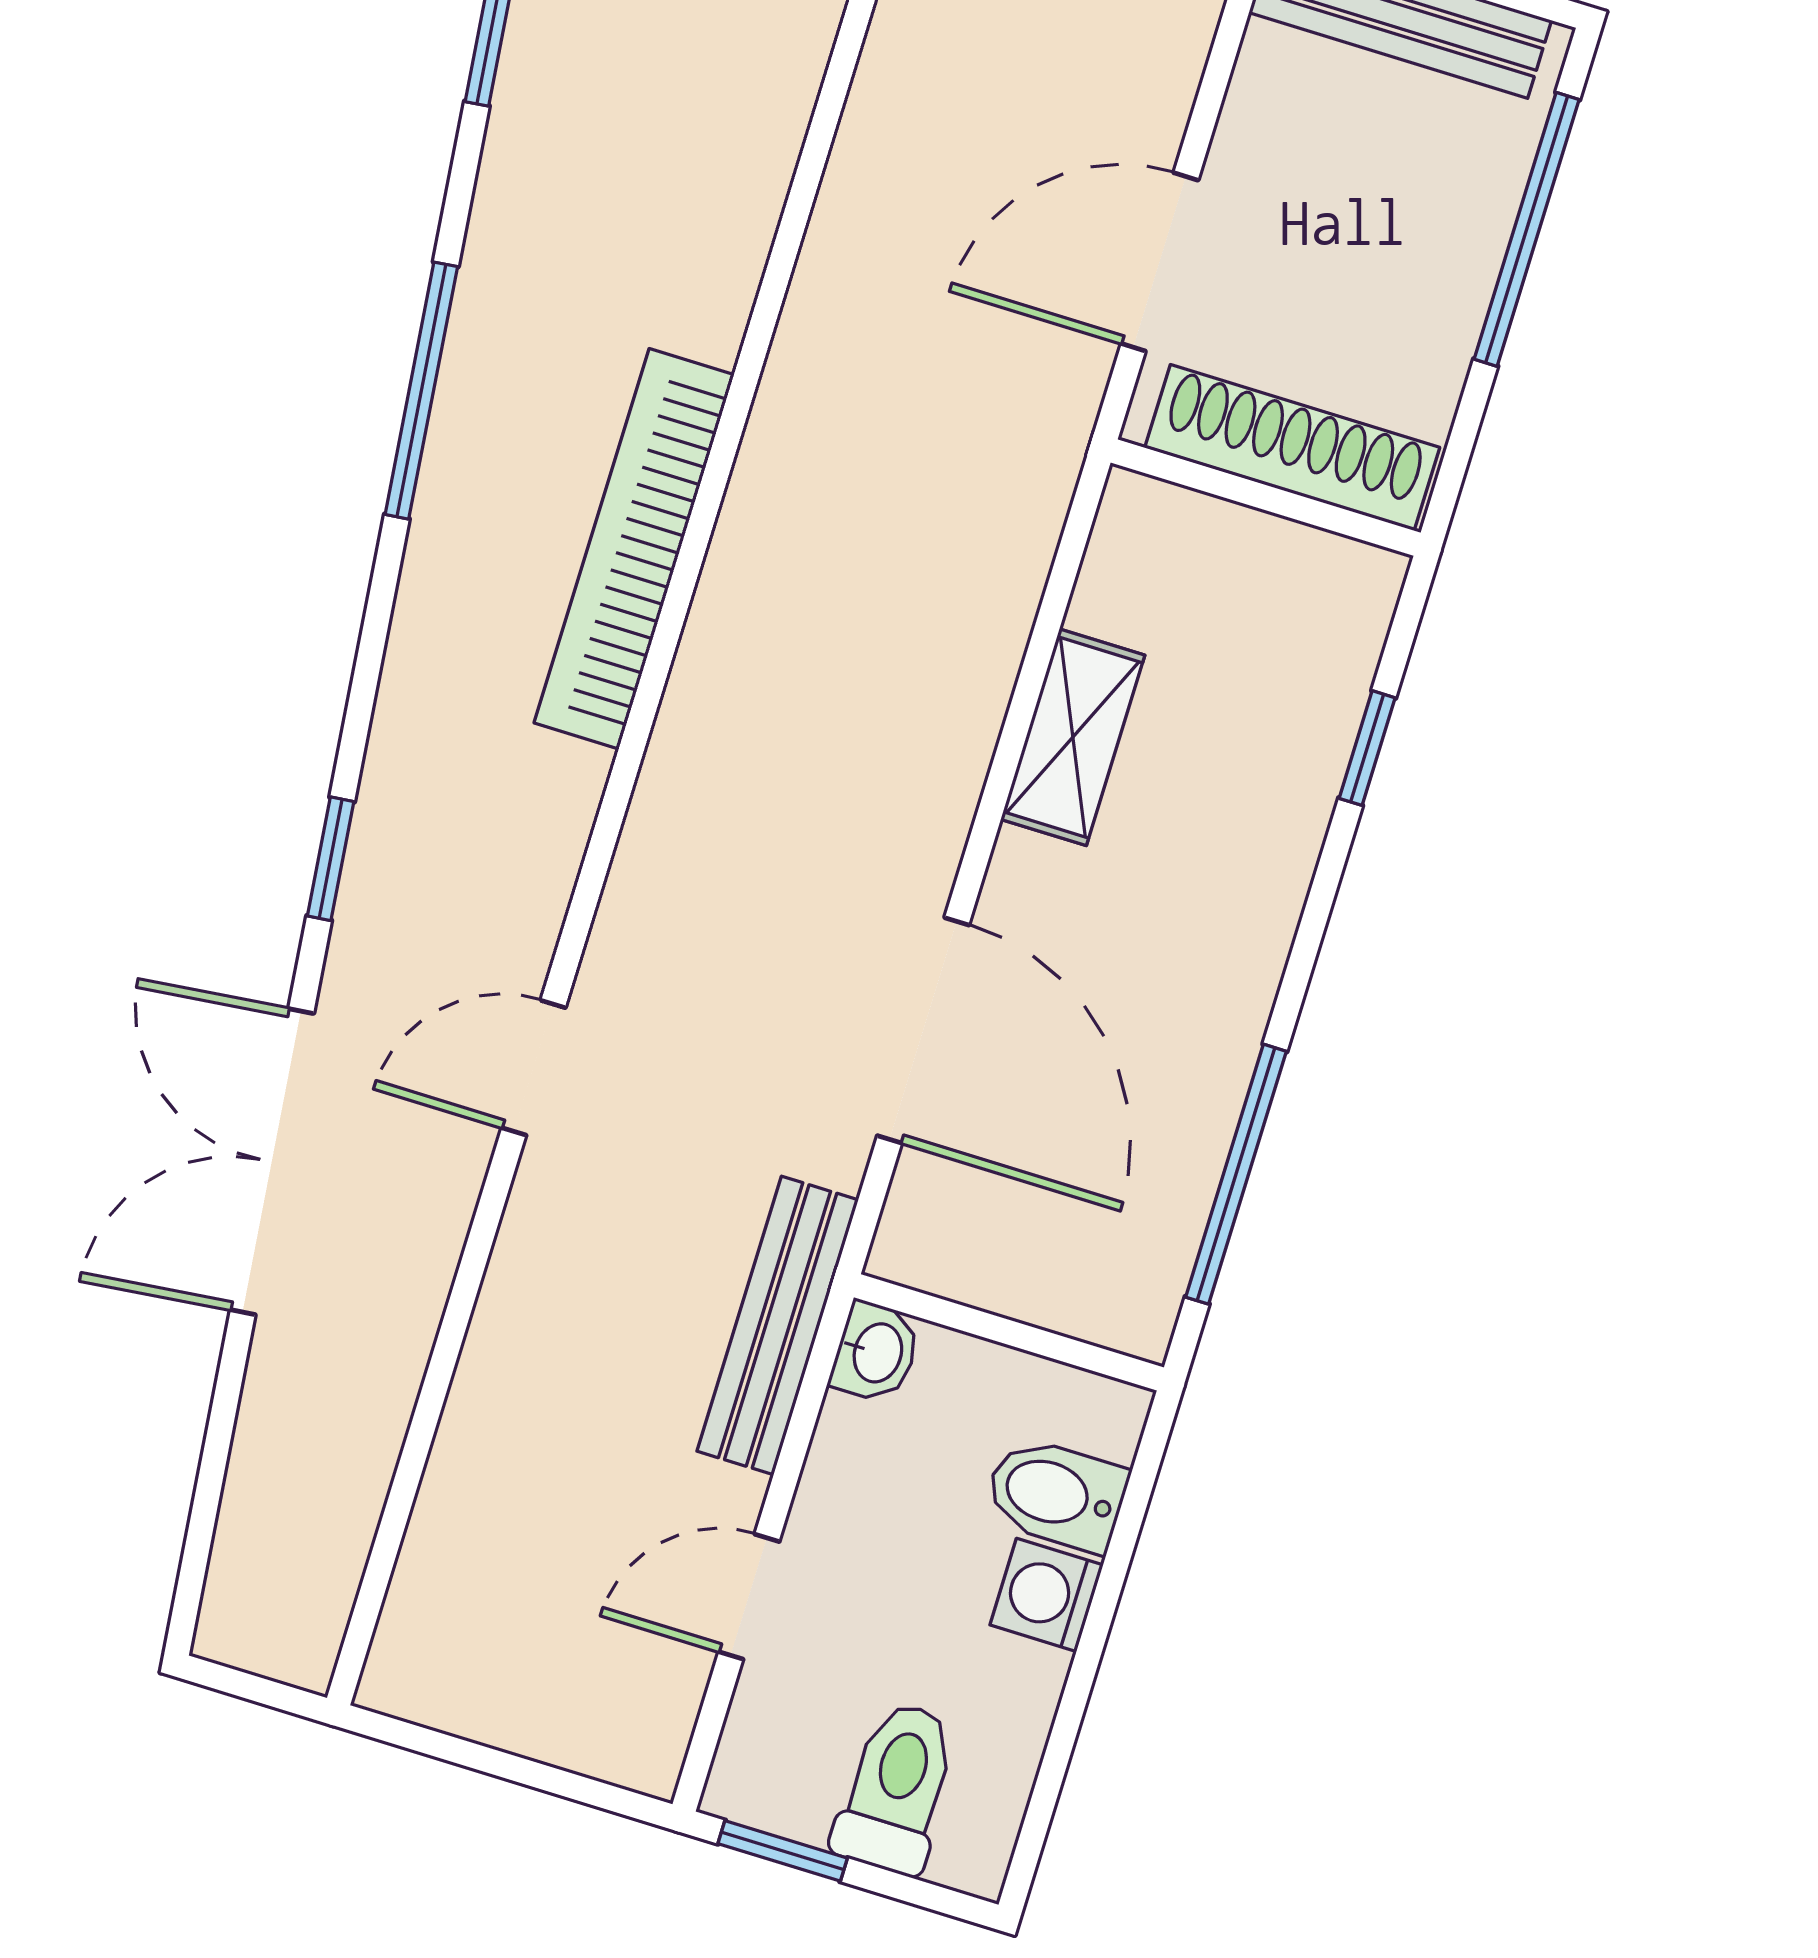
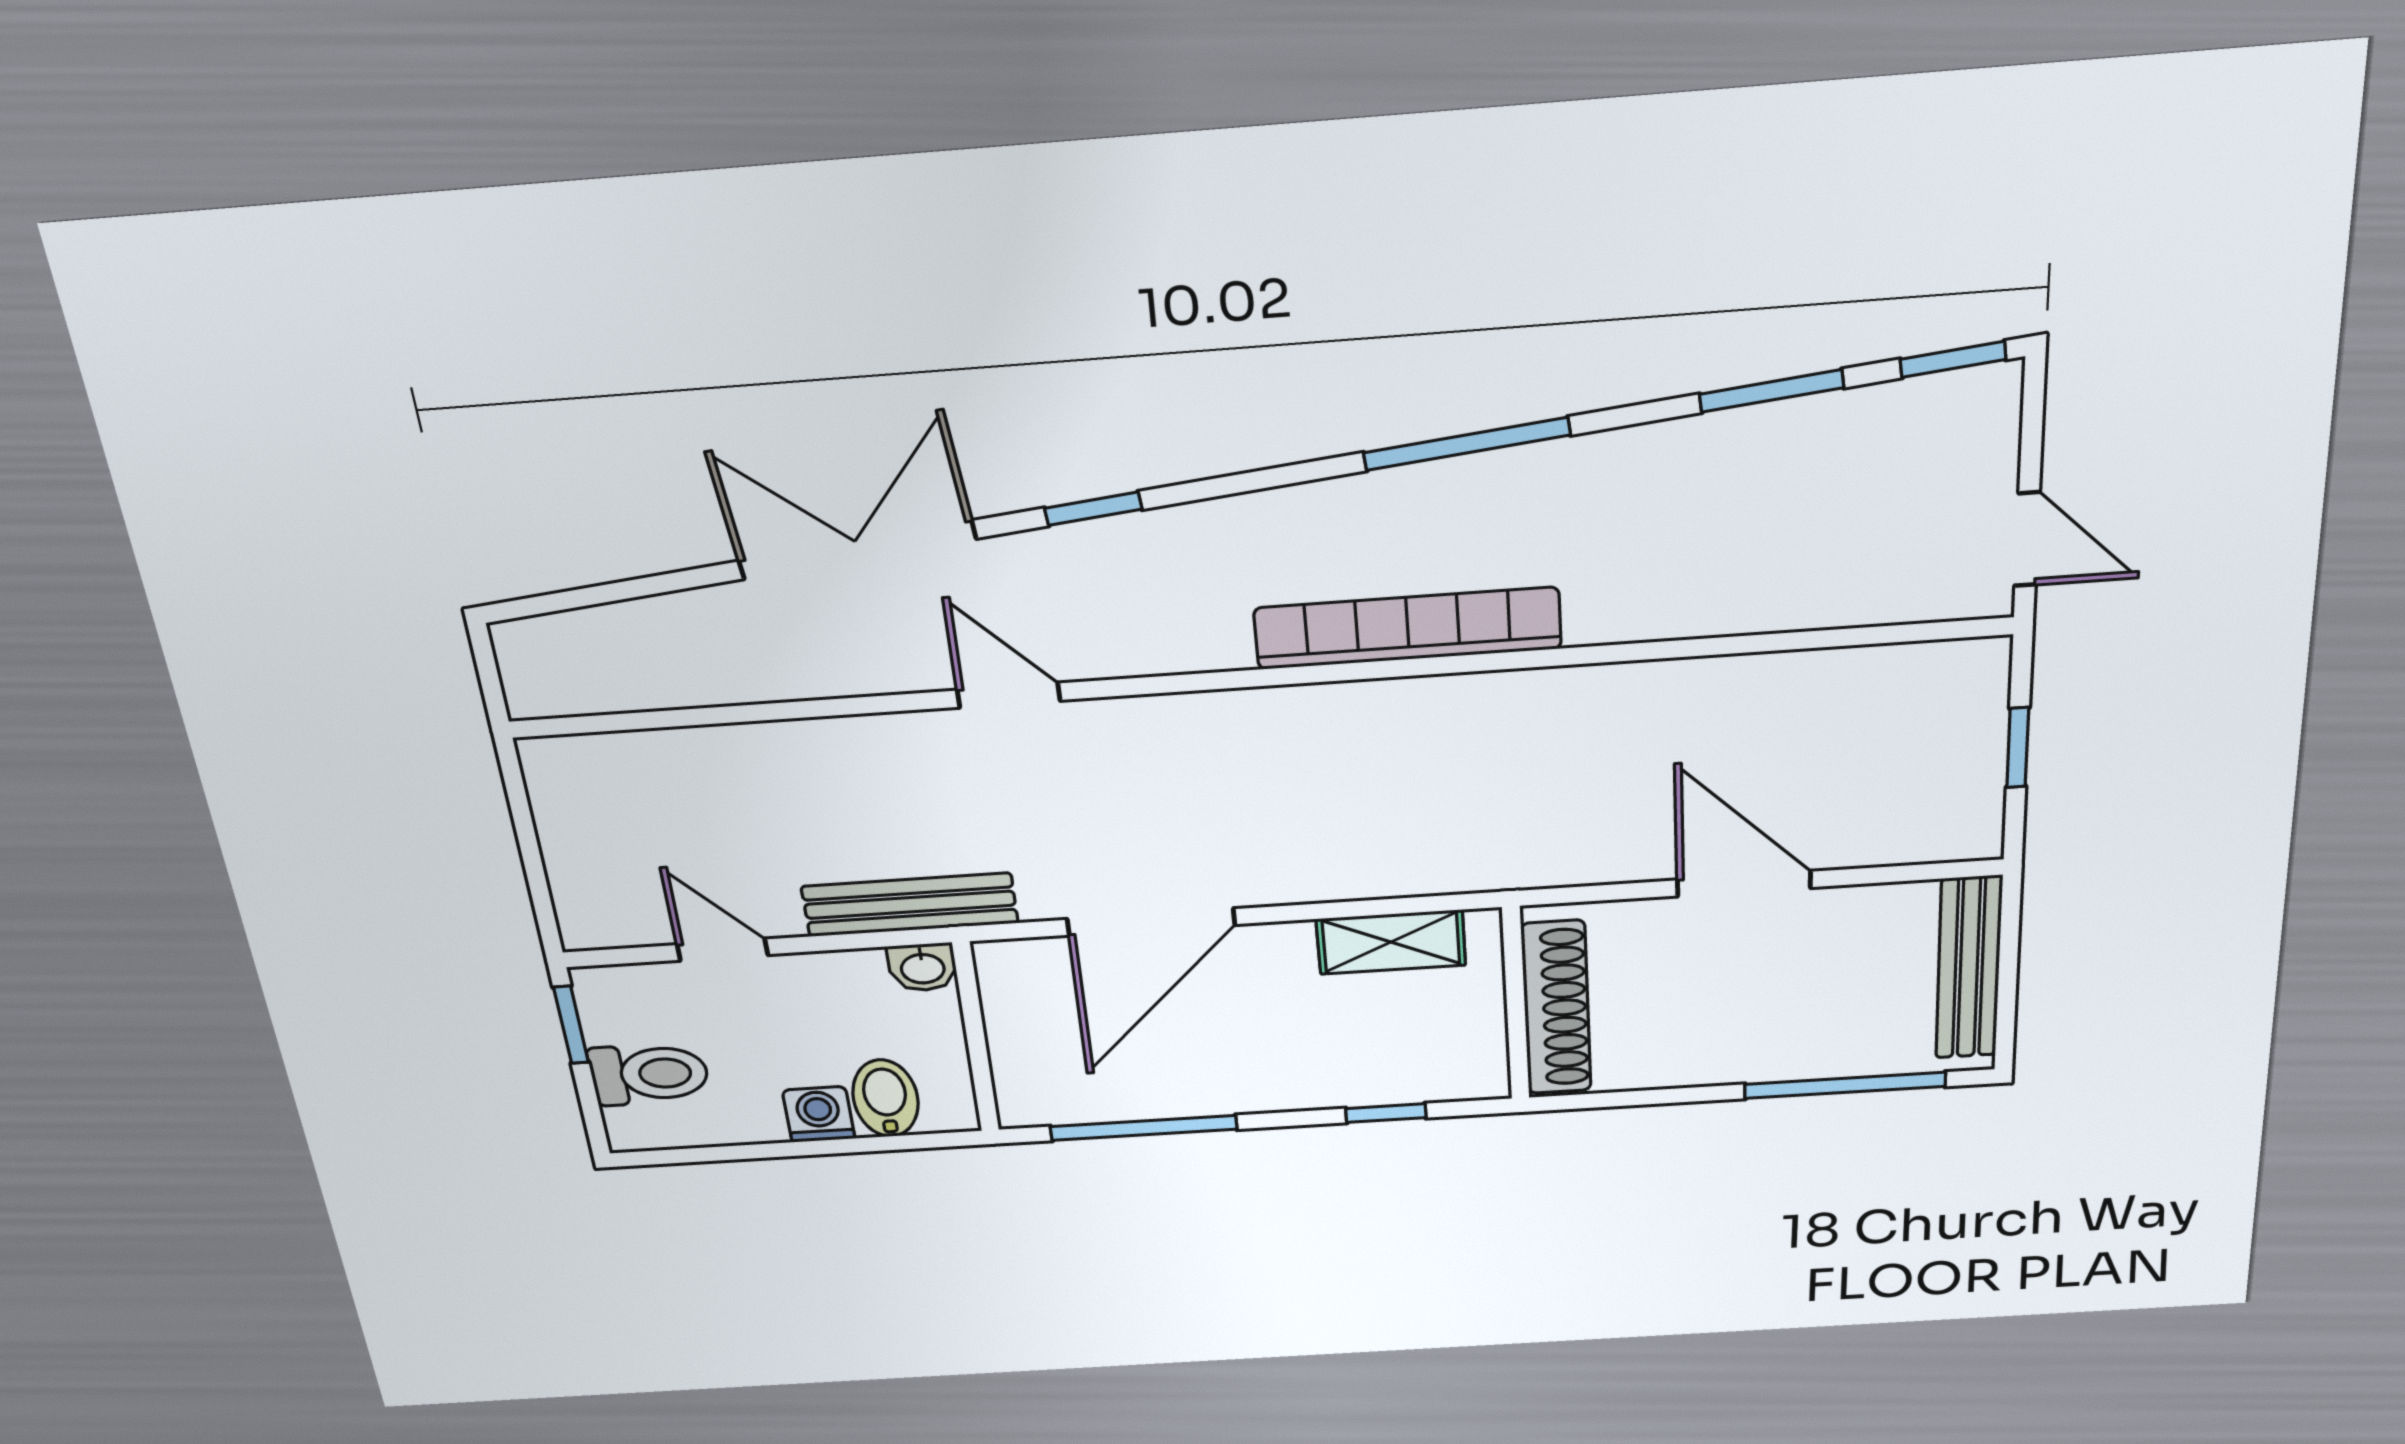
shoe rack: (1292, 448) -> (1556, 1008), moved
wall: (1266, 498) -> (1516, 1004), moved
window: (1367, 748) -> (1386, 1113), moved

